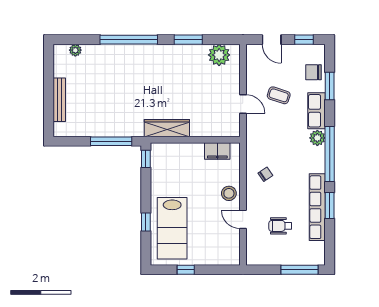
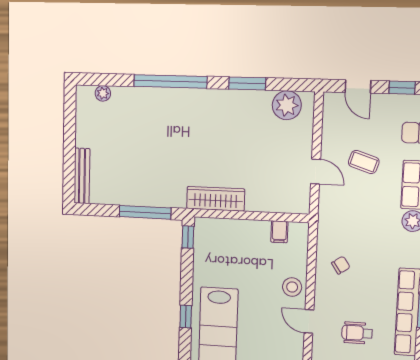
bench: (59, 100) -> (82, 176), moved
filing cabinet: (217, 151) -> (279, 232), width x0.50

